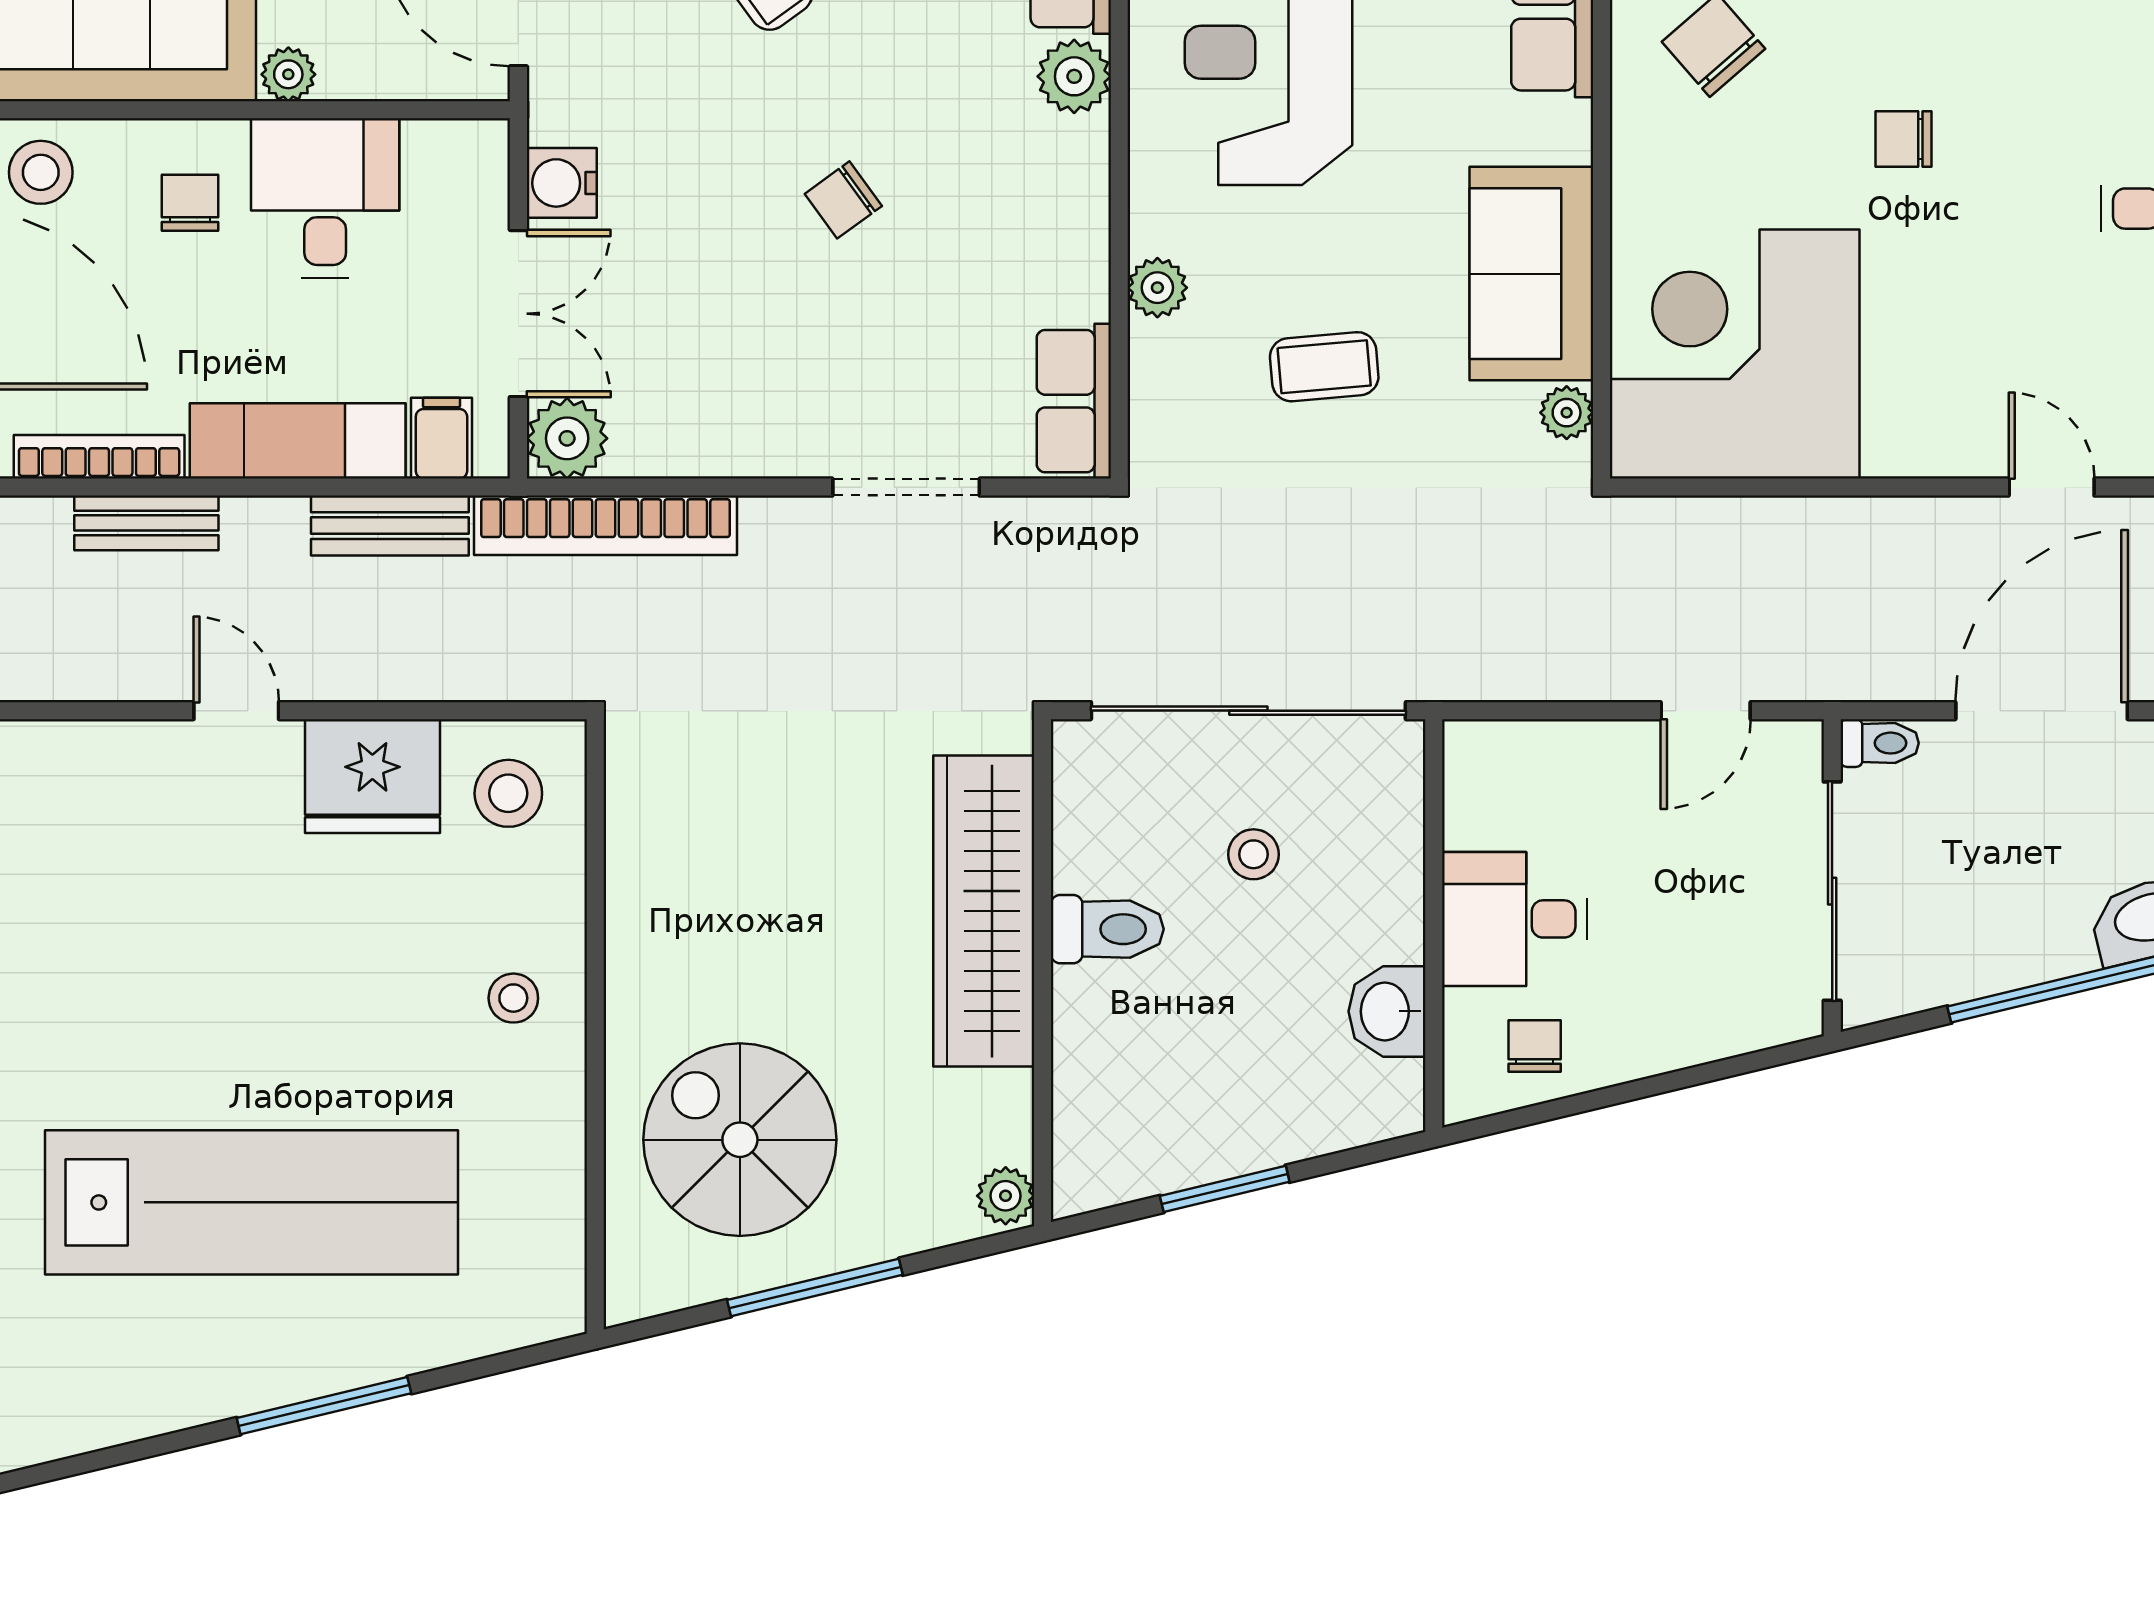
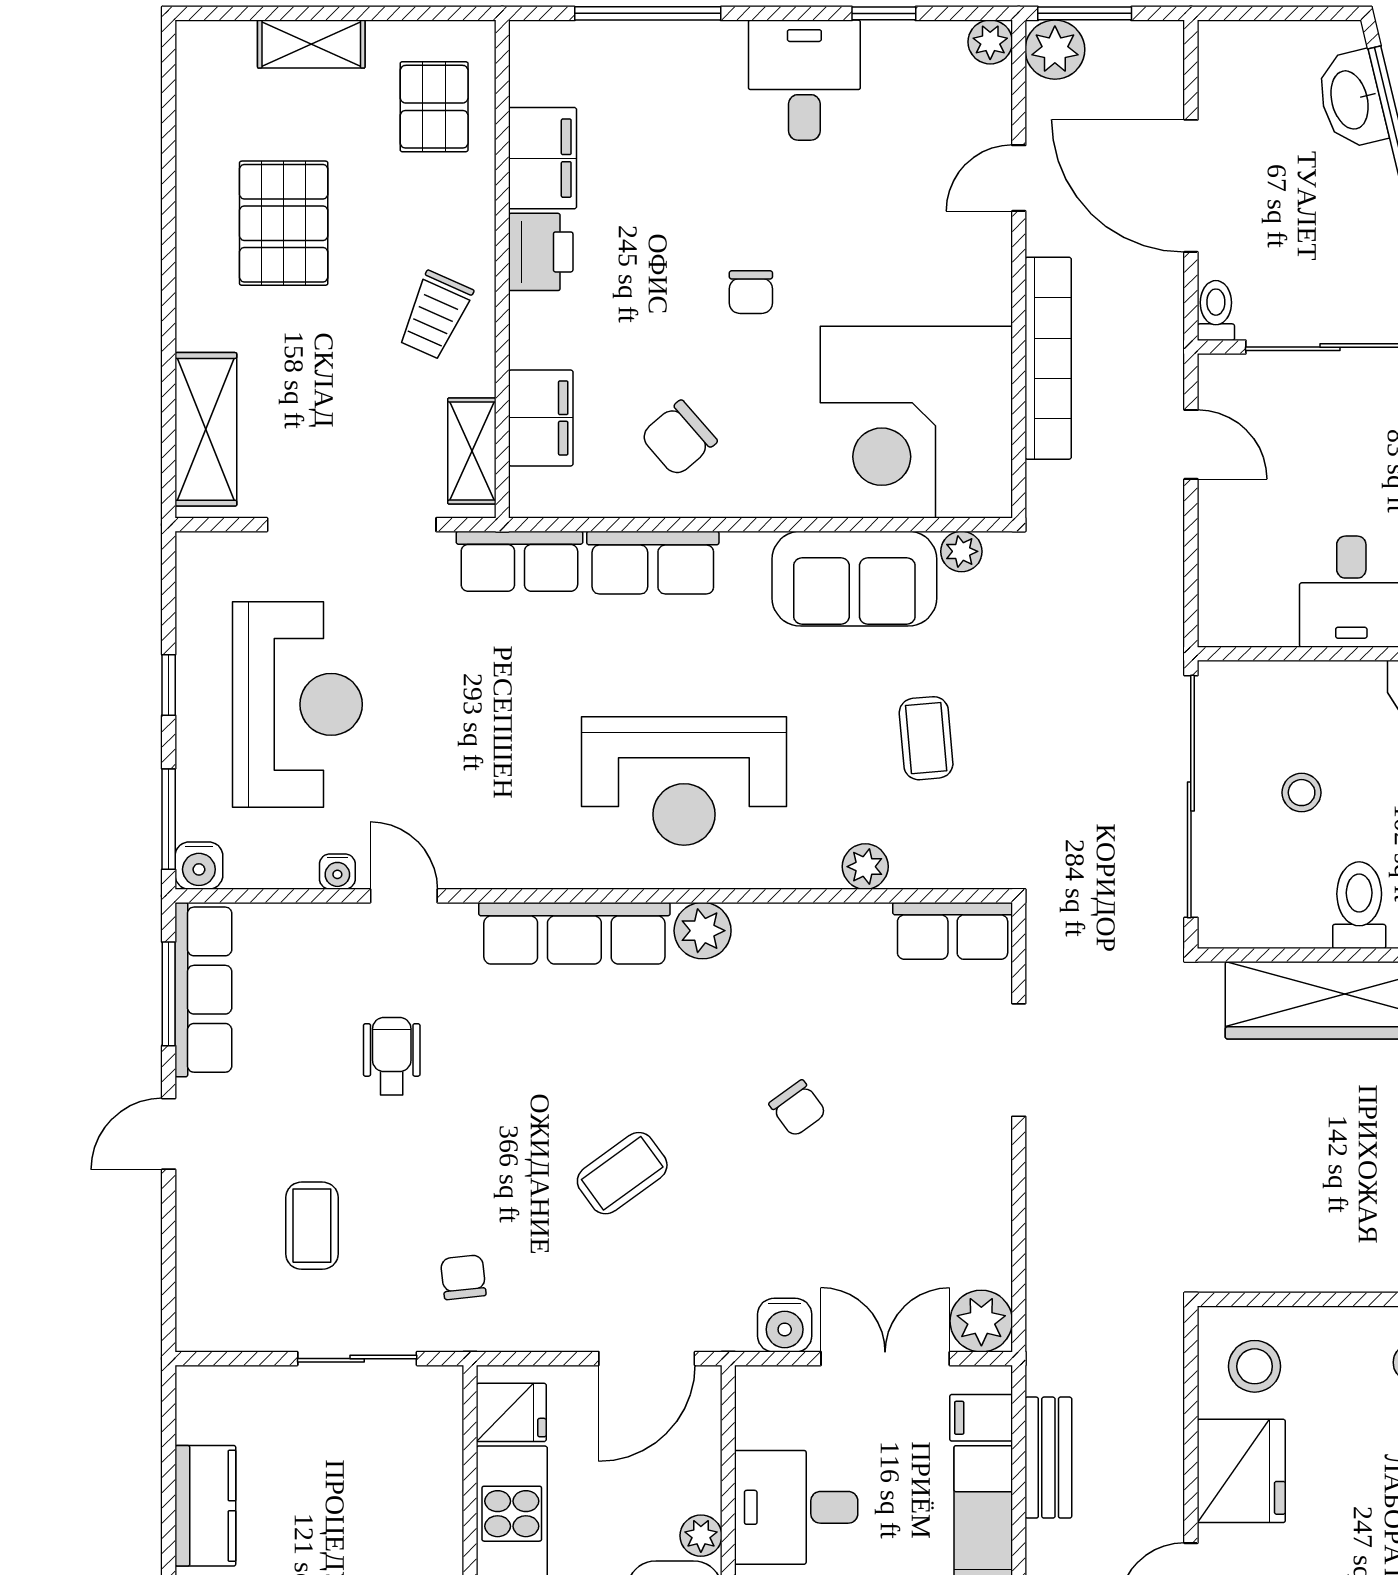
bookcase: (605, 525) -> (1048, 358), moved

